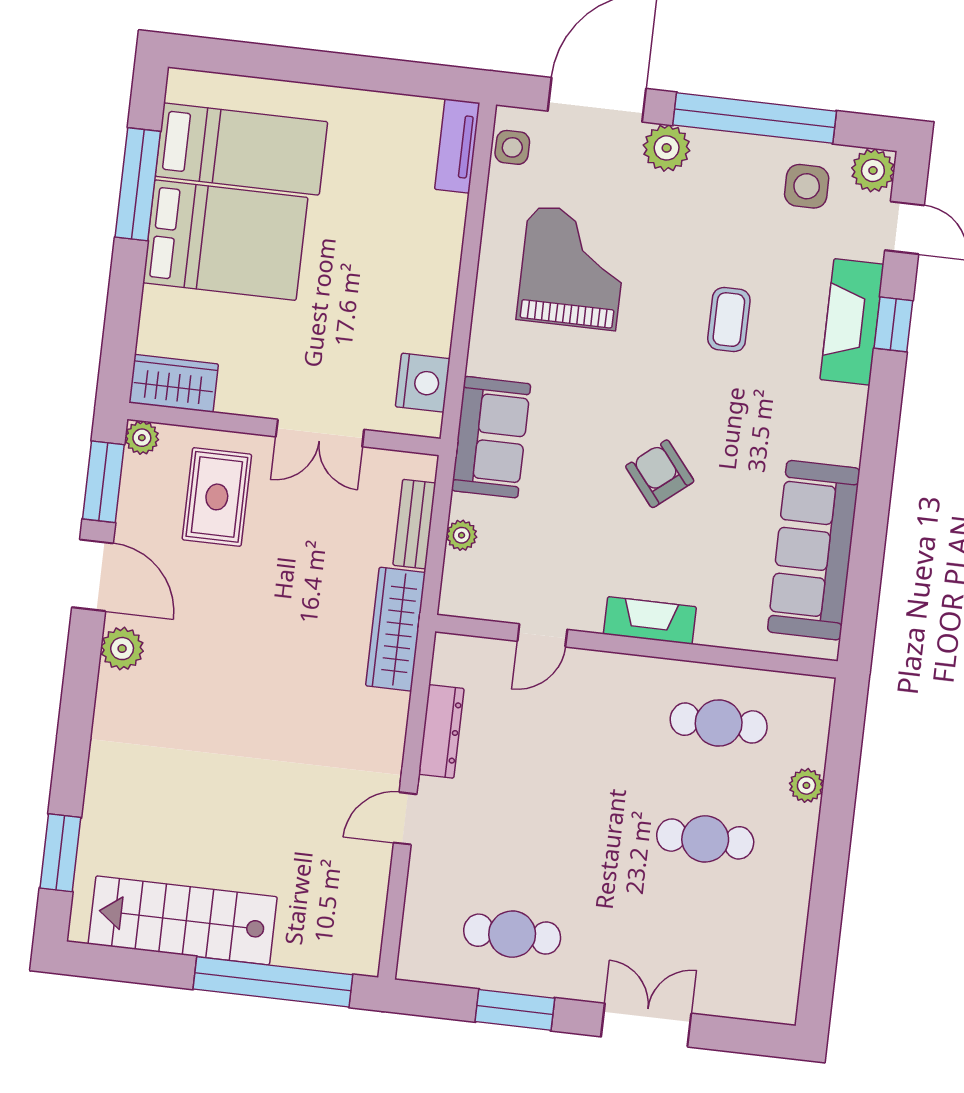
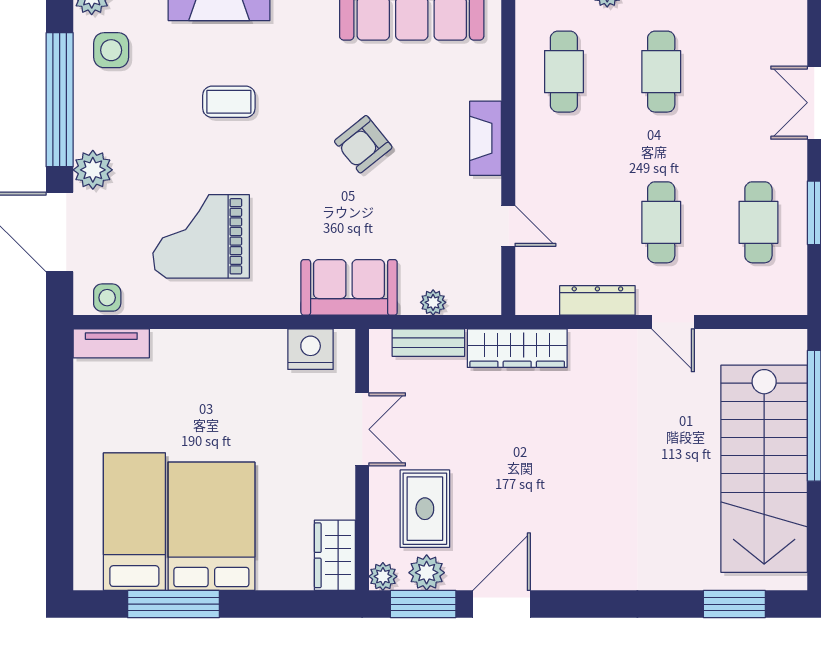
rug: (217, 497) -> (425, 509), turned 90
plant: (122, 649) -> (427, 573), moved
cafe table: (526, 818) -> (661, 222), added
stairs: (183, 920) -> (764, 469), width x1.36, depth x1.51

